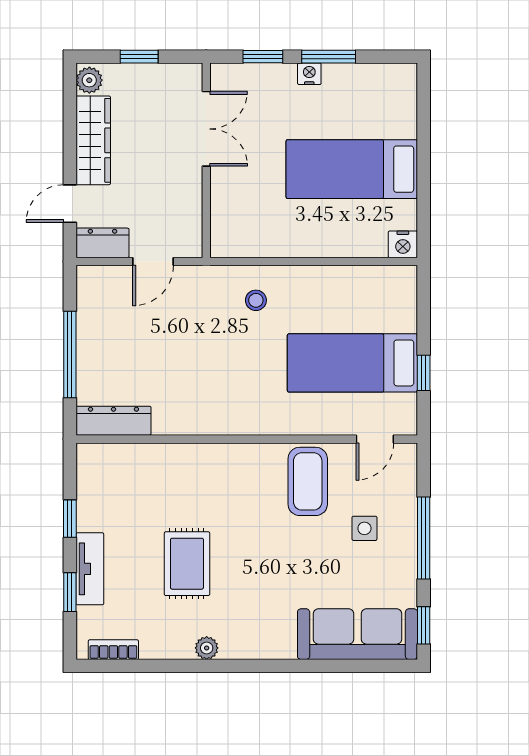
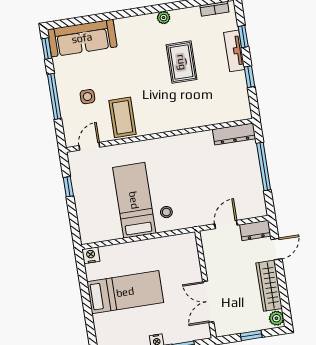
bed: (352, 363) -> (134, 200), moved, turned -90

